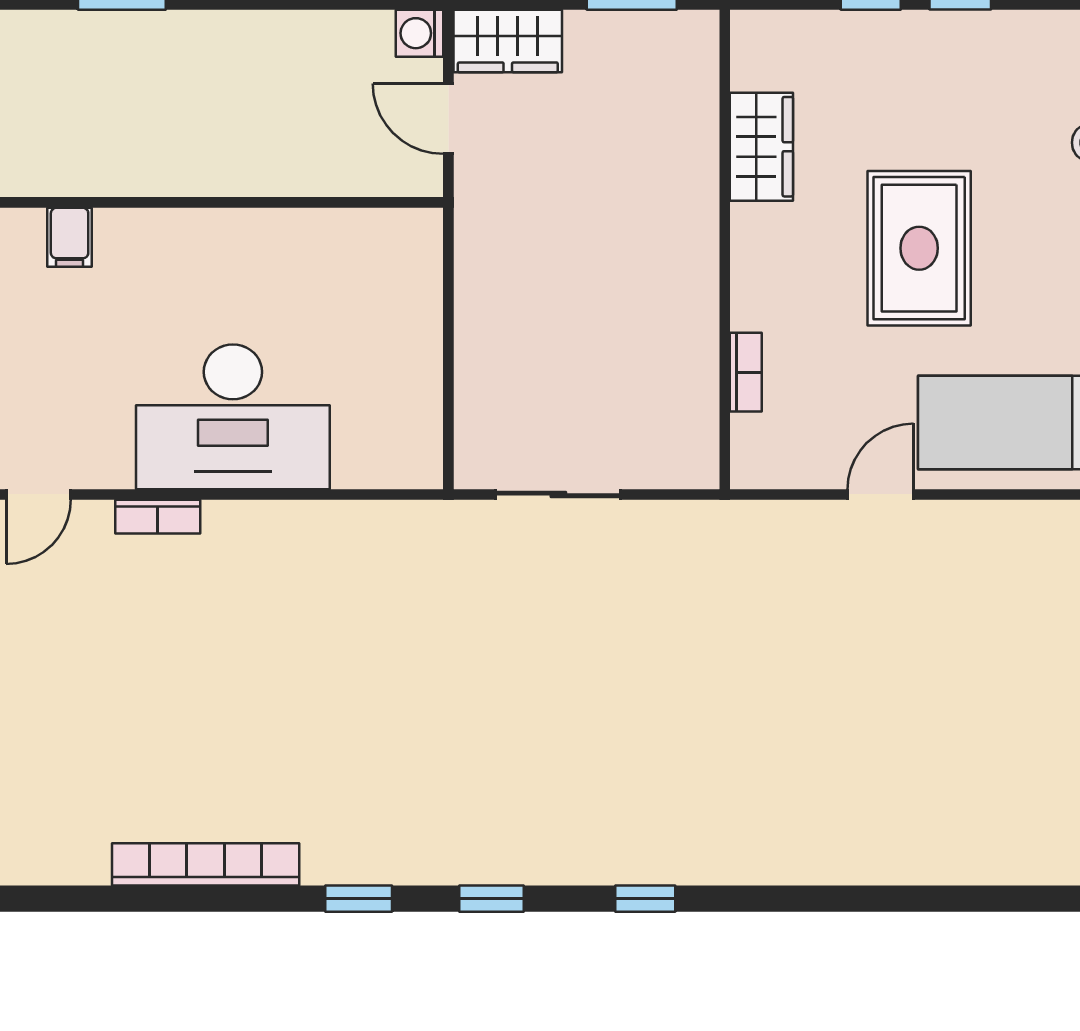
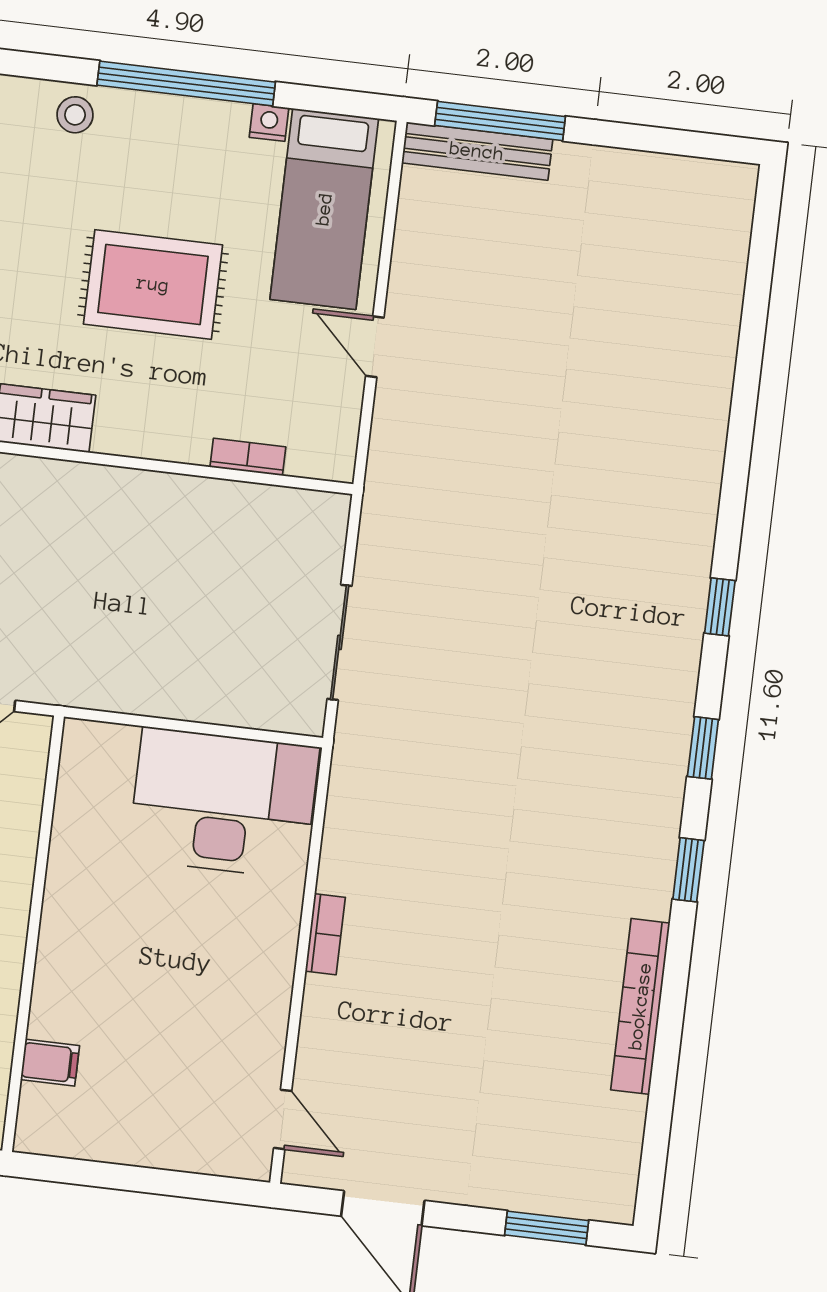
desk: (233, 417) -> (223, 803), moved, turned -90
bookcase: (158, 517) -> (325, 934), moved

